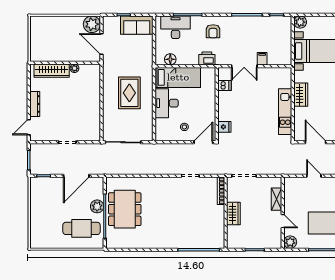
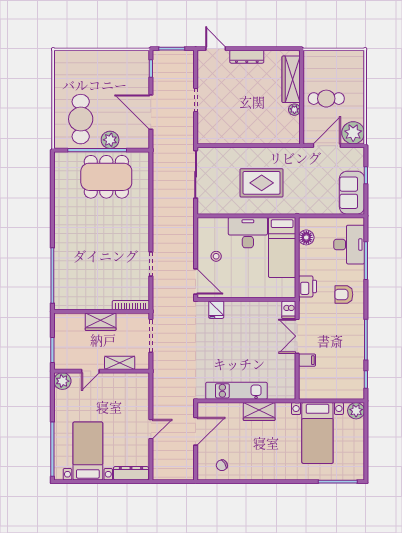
cafe table: (66, 44) -> (326, 99), added
dishwasher: (224, 86) -> (289, 310), moved
shelving: (277, 199) -> (120, 363), moved
wall: (283, 213) -> (102, 371), moved
door: (283, 221) -> (90, 371), moved
plant: (290, 242) -> (62, 381), moved

